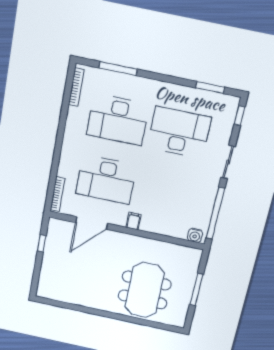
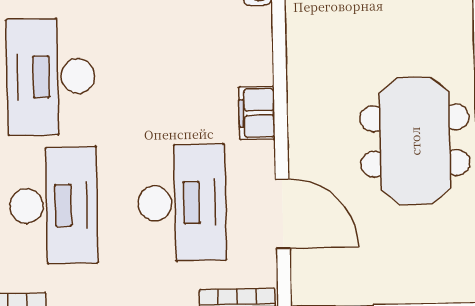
filing cabinet: (133, 221) -> (257, 113), width x2.00
meeting table: (145, 290) -> (415, 141), moved, turned 90

